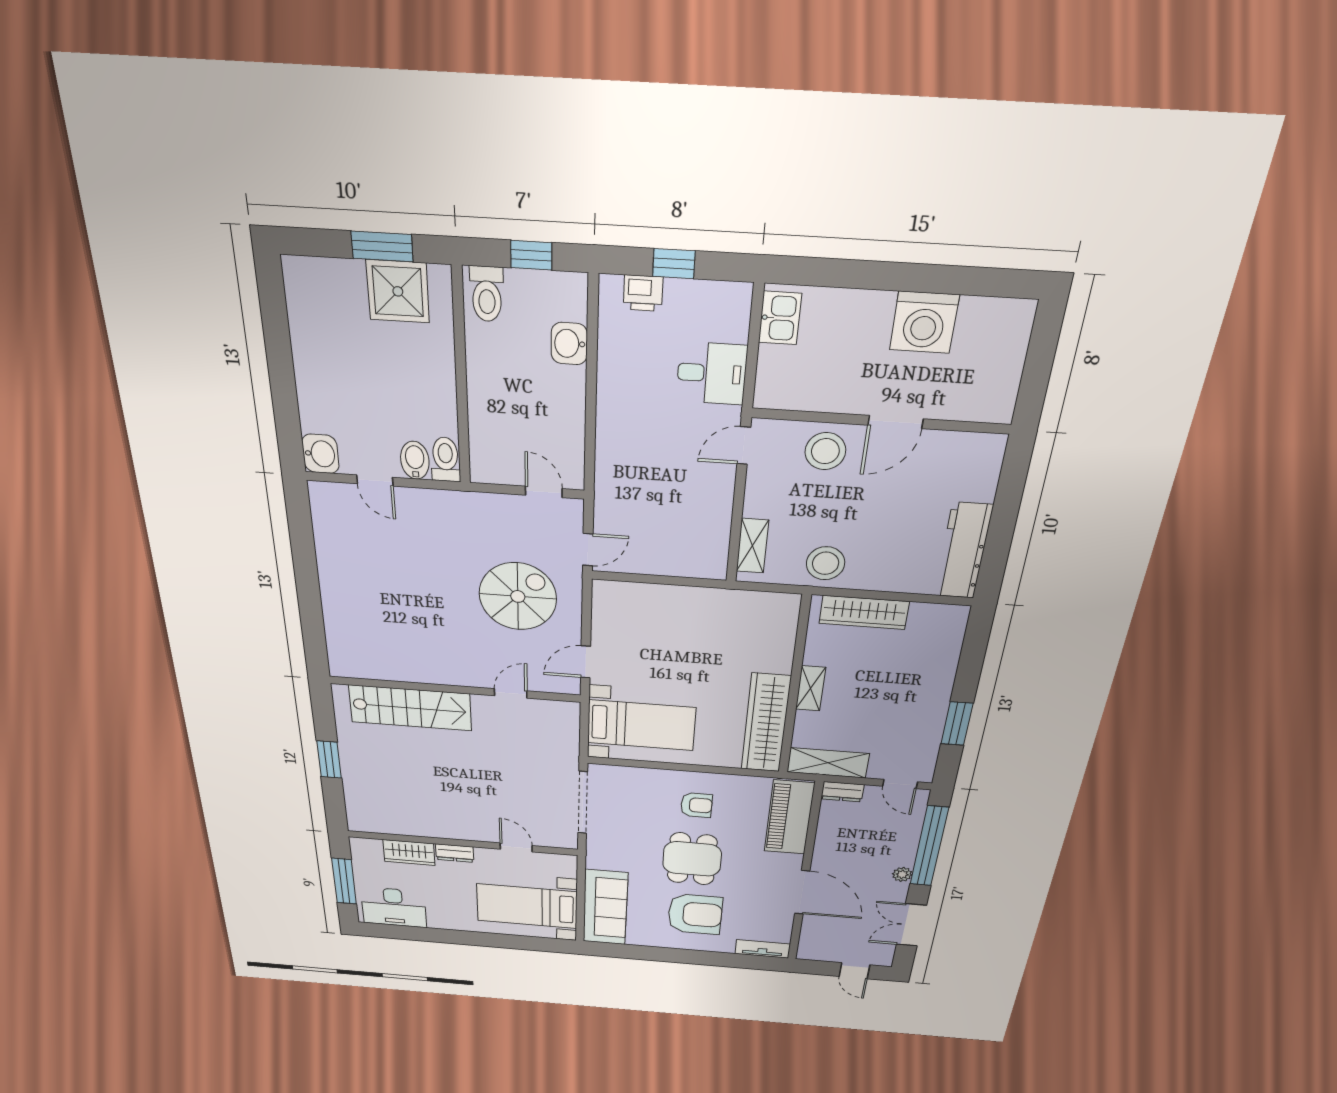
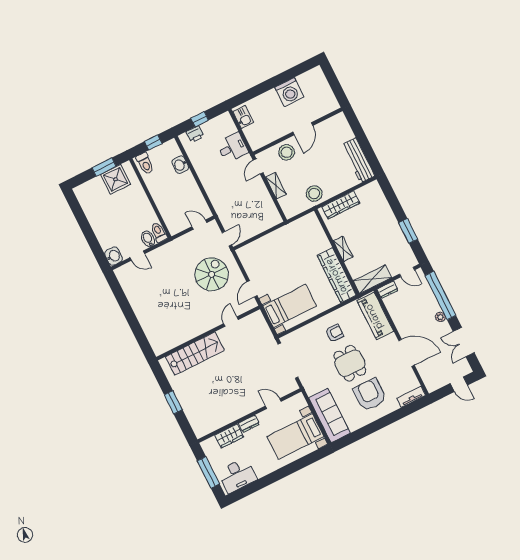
shelving: (752, 546) -> (276, 186), moved
armchair: (695, 914) -> (370, 395), turned -90

